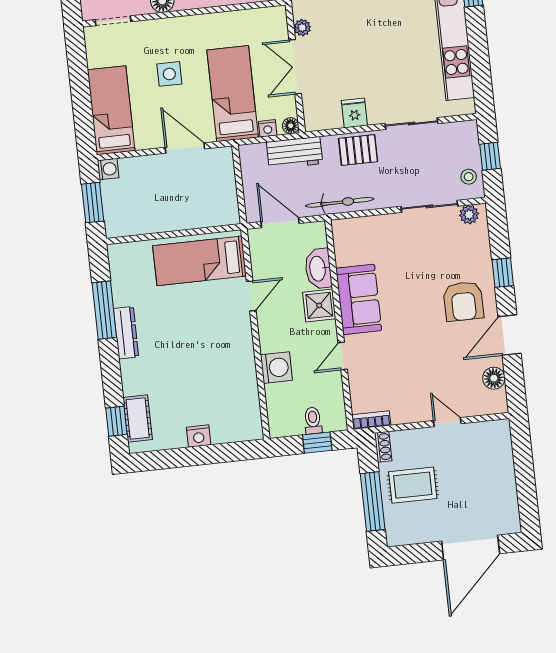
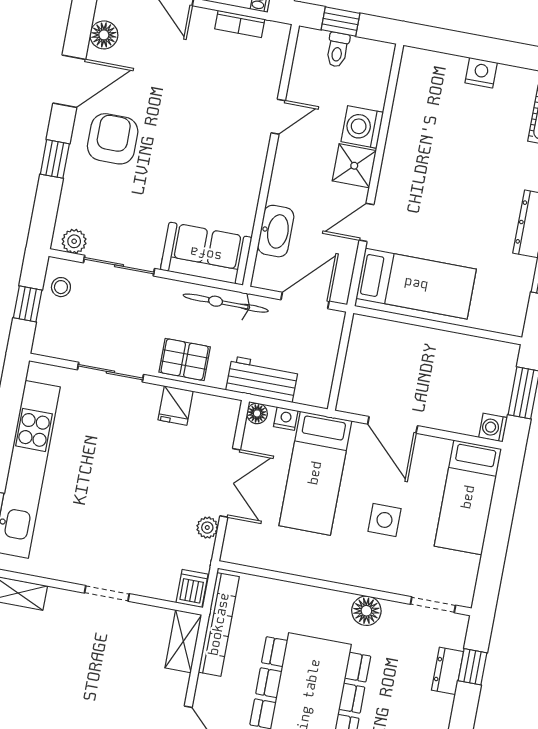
door: (280, 223) -> (305, 300), swing flipped
sofa: (359, 299) -> (206, 254), moved, turned 90
shower: (319, 305) -> (354, 166), moved
bookcase: (371, 420) -> (240, 24), moved

